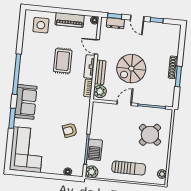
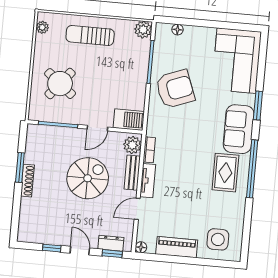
door: (97, 47) -> (137, 209), swing flipped
rug: (63, 61) -> (225, 173), moved
armchair: (70, 130) -> (175, 89), width x1.88, depth x1.88
barbecue: (95, 150) -> (129, 120), moved, turned 90

